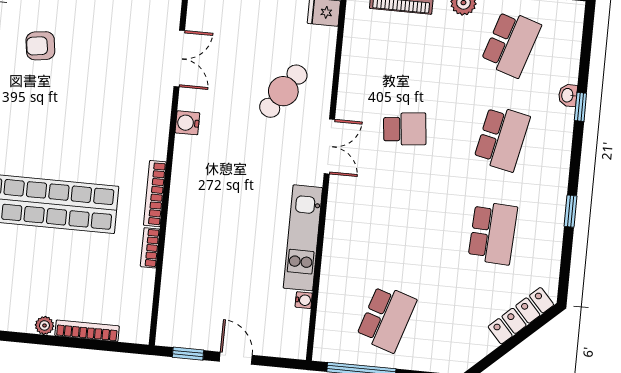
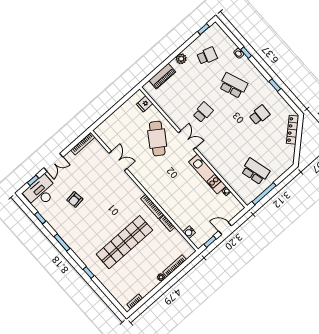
school desk: (511, 44) -> (207, 56), width x0.54
cafe table: (283, 91) -> (157, 139), width x1.37, depth x1.35
water cooler: (187, 123) -> (189, 232), moved
school desk: (502, 138) -> (233, 85), turned -33
school desk: (493, 233) -> (259, 115), width x0.54
school desk: (386, 318) -> (255, 171), turned -33

